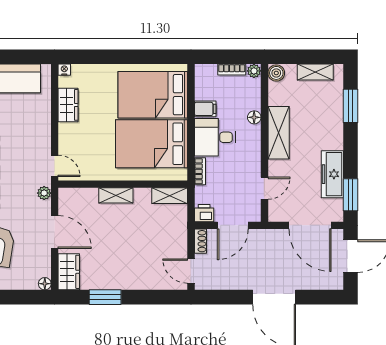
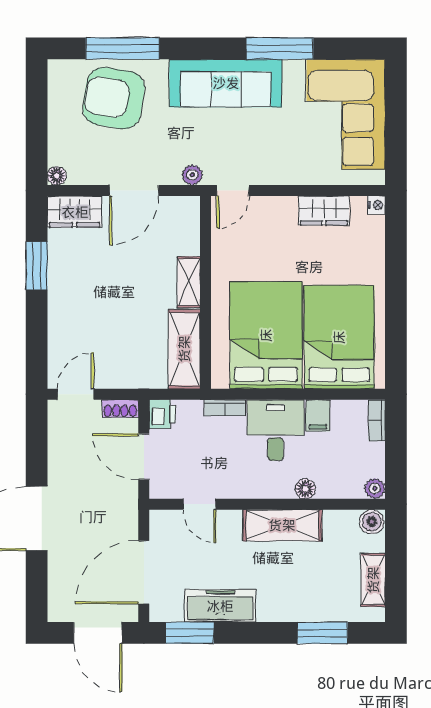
bookcase: (232, 70) -> (377, 420), moved
shelving: (170, 196) -> (184, 349), width x1.50, depth x1.33

